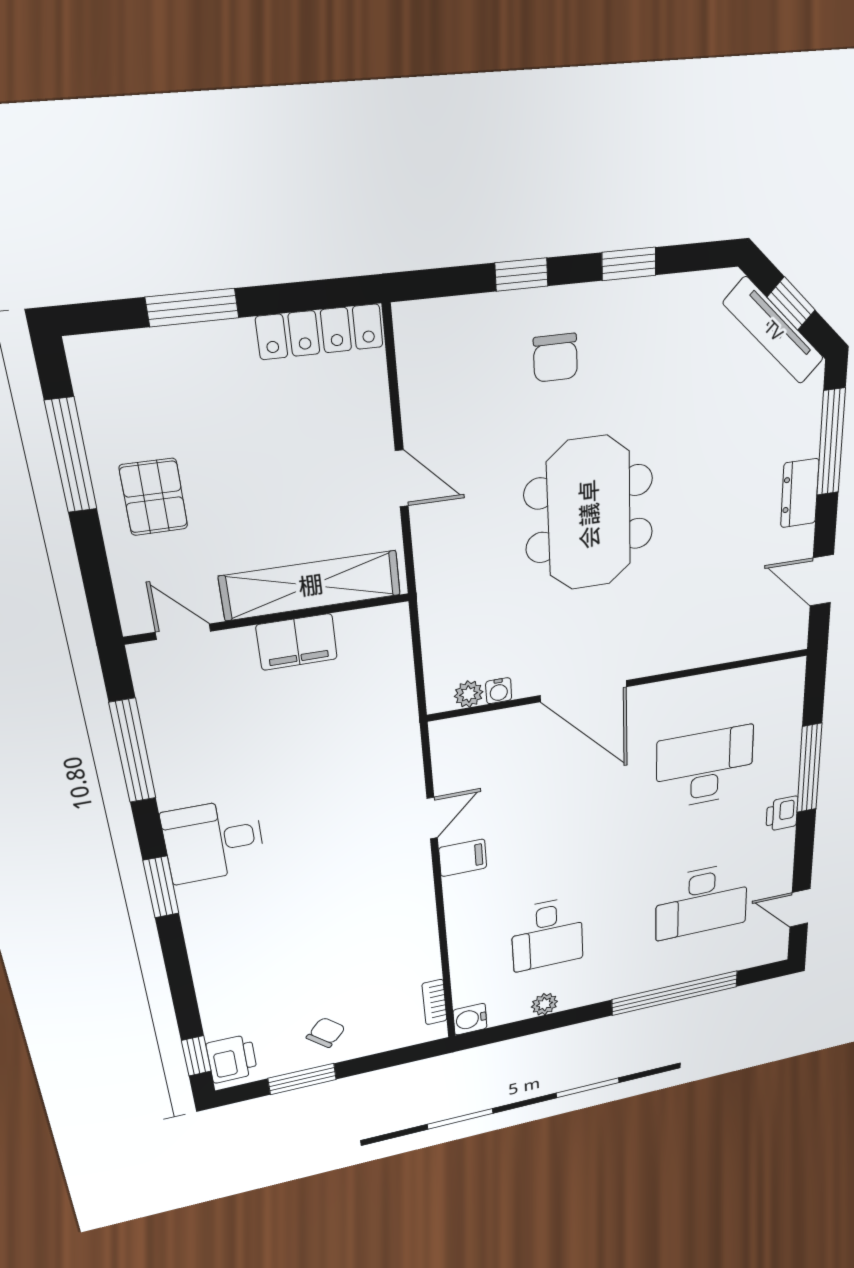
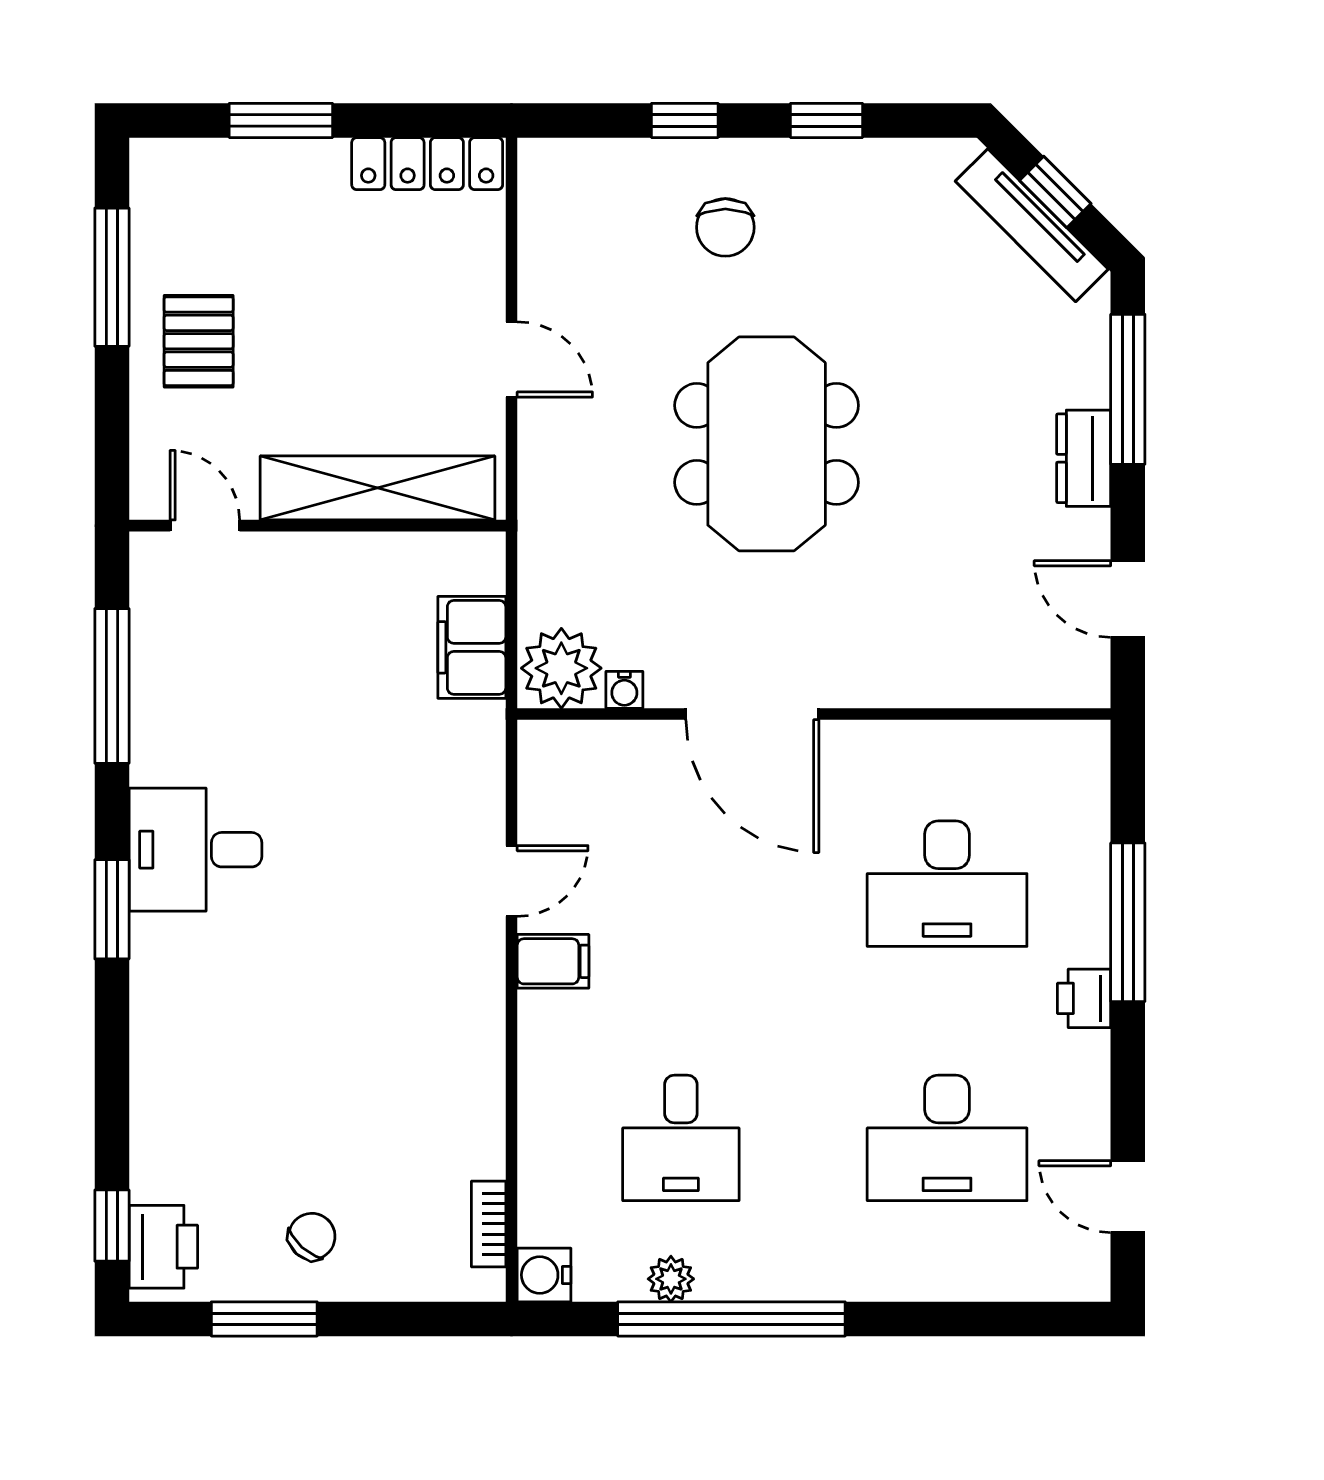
filing cabinet: (297, 642) -> (472, 647), moved, turned 90
plant: (469, 694) -> (561, 668), width x1.87, depth x1.87
desk: (705, 767) -> (947, 884), turned 180
window: (675, 993) -> (731, 1319), moved

